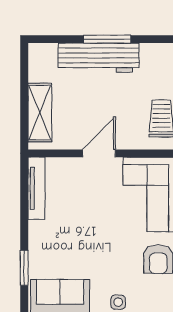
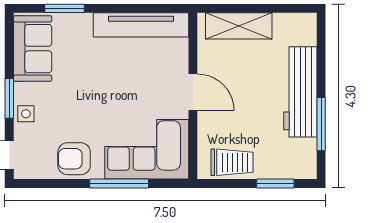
window: (107, 39) -> (321, 124), moved
tv unit: (36, 188) -> (141, 25), width x1.36, depth x1.29

